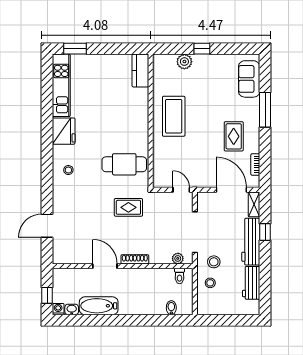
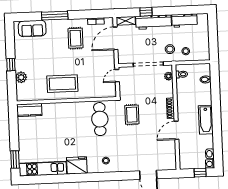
rug: (234, 136) -> (76, 38), turned 90
bathtub: (99, 306) -> (206, 120), moved

